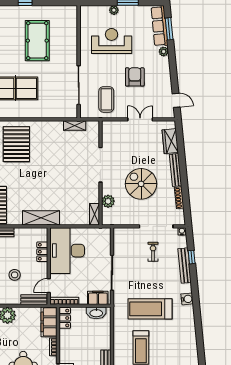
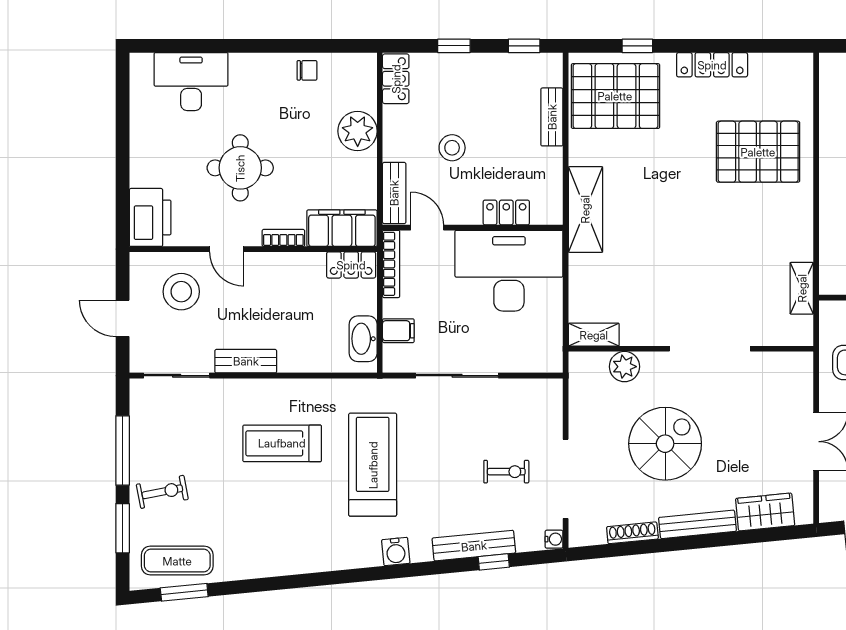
filing cabinet: (98, 298) -> (398, 331), width x0.50

